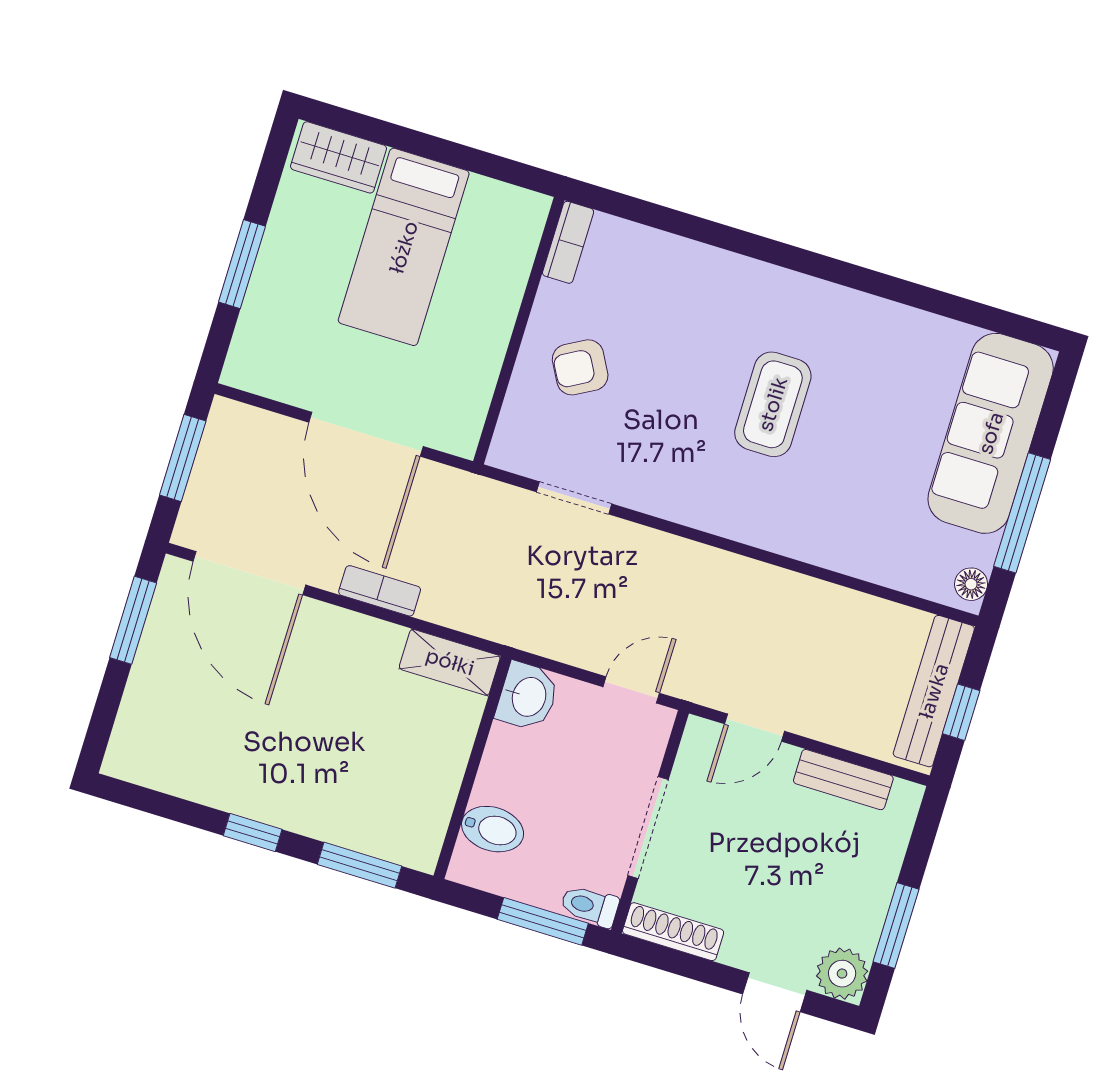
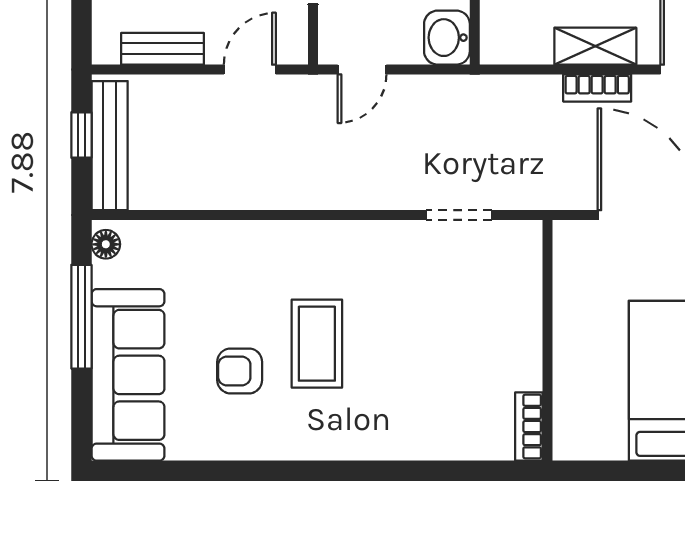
armchair: (580, 367) -> (240, 371), moved, turned -151
shelving: (450, 662) -> (595, 46), moved

